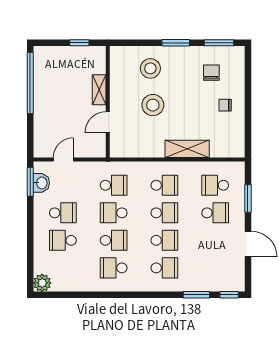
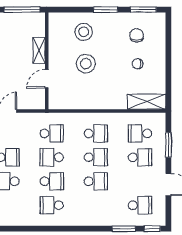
window: (79, 43) -> (22, 10), width x2.17
chair: (225, 105) -> (138, 64), moved
shelving: (187, 149) -> (147, 102), moved
school desk: (164, 268) -> (140, 205), moved

